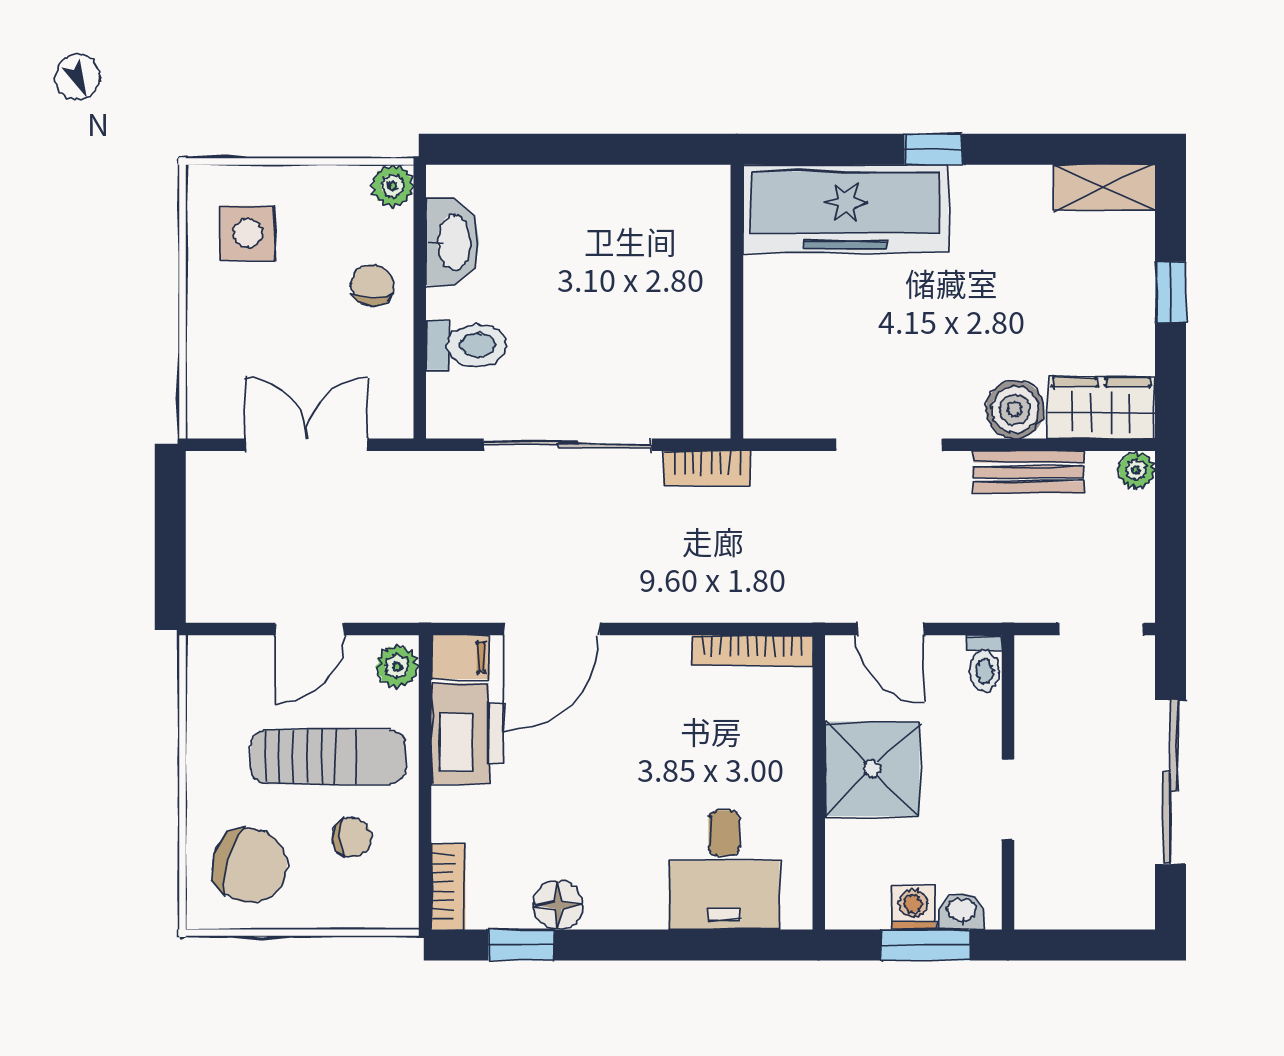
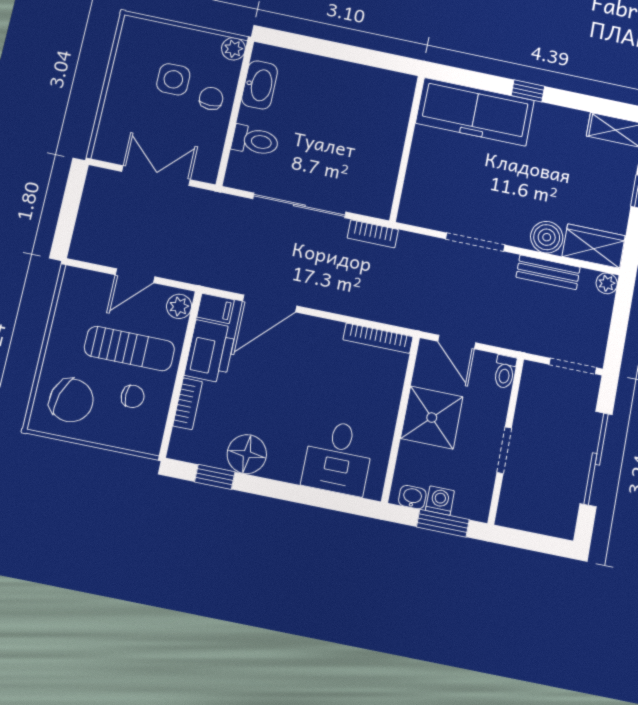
side table: (248, 233) -> (173, 79), moved
bookcase: (448, 887) -> (188, 404), moved
floor lamp: (558, 905) -> (247, 454), width x1.38, depth x1.38
washbasin: (962, 911) -> (412, 497), moved

